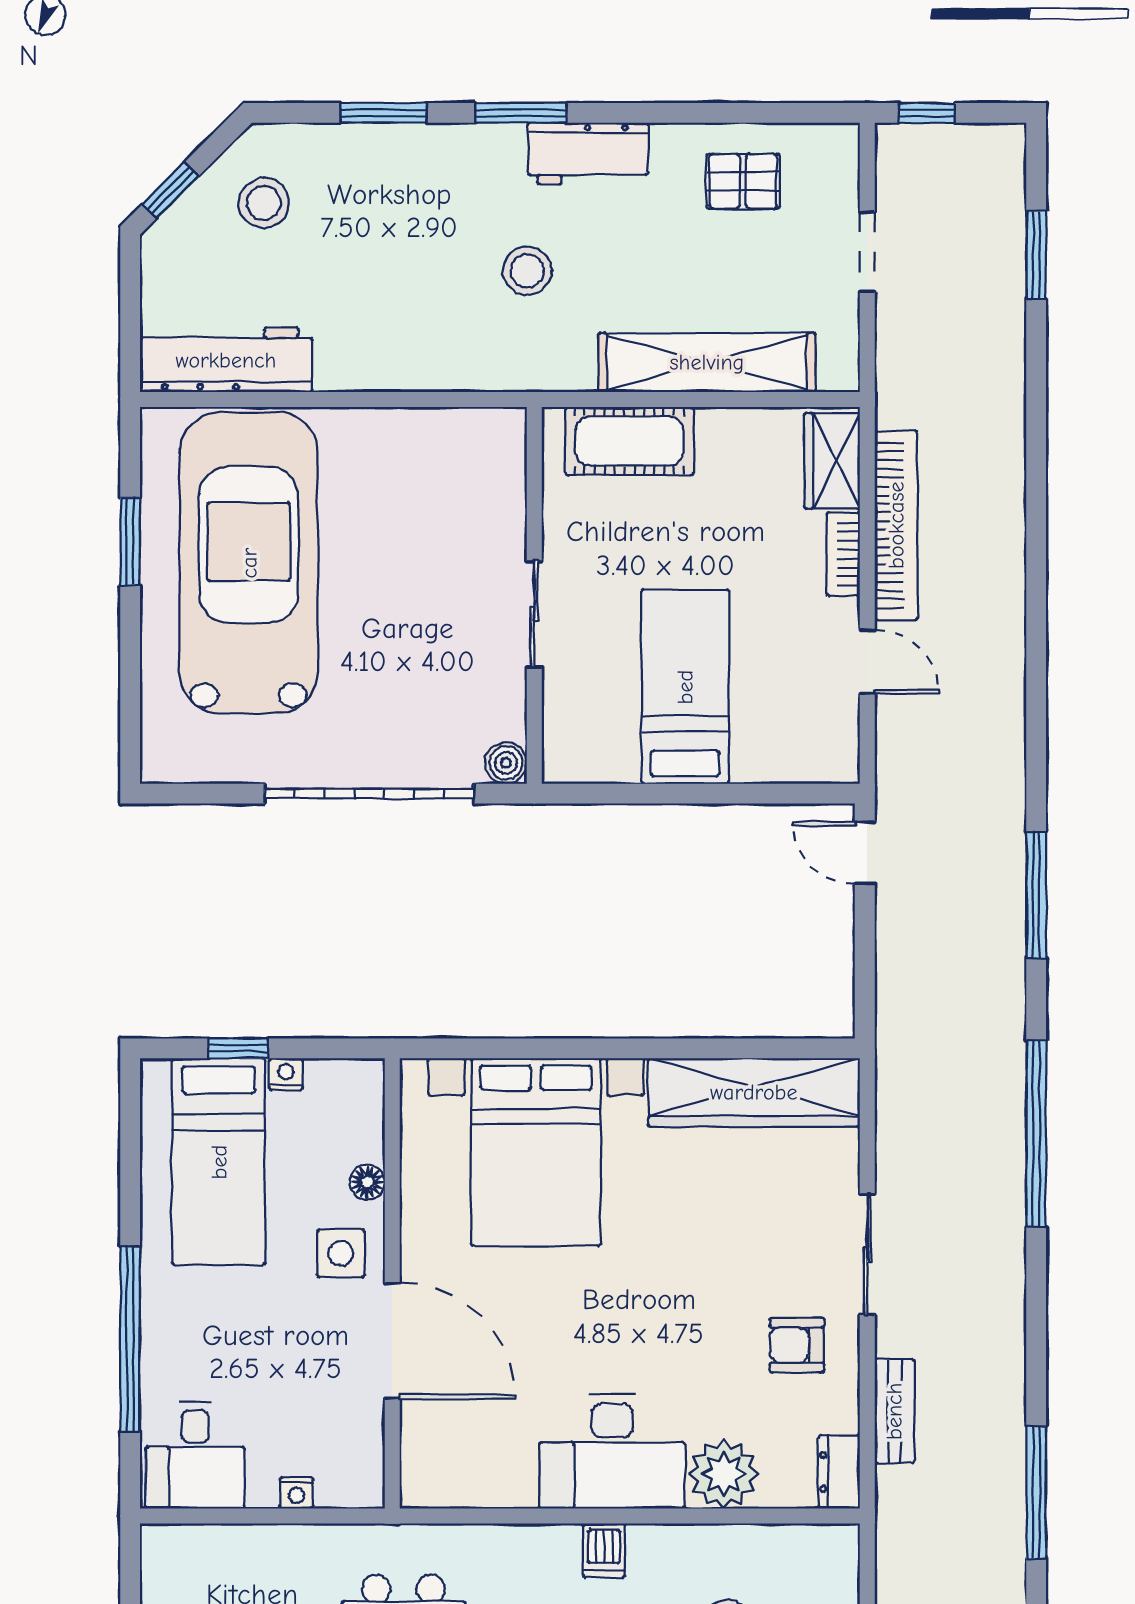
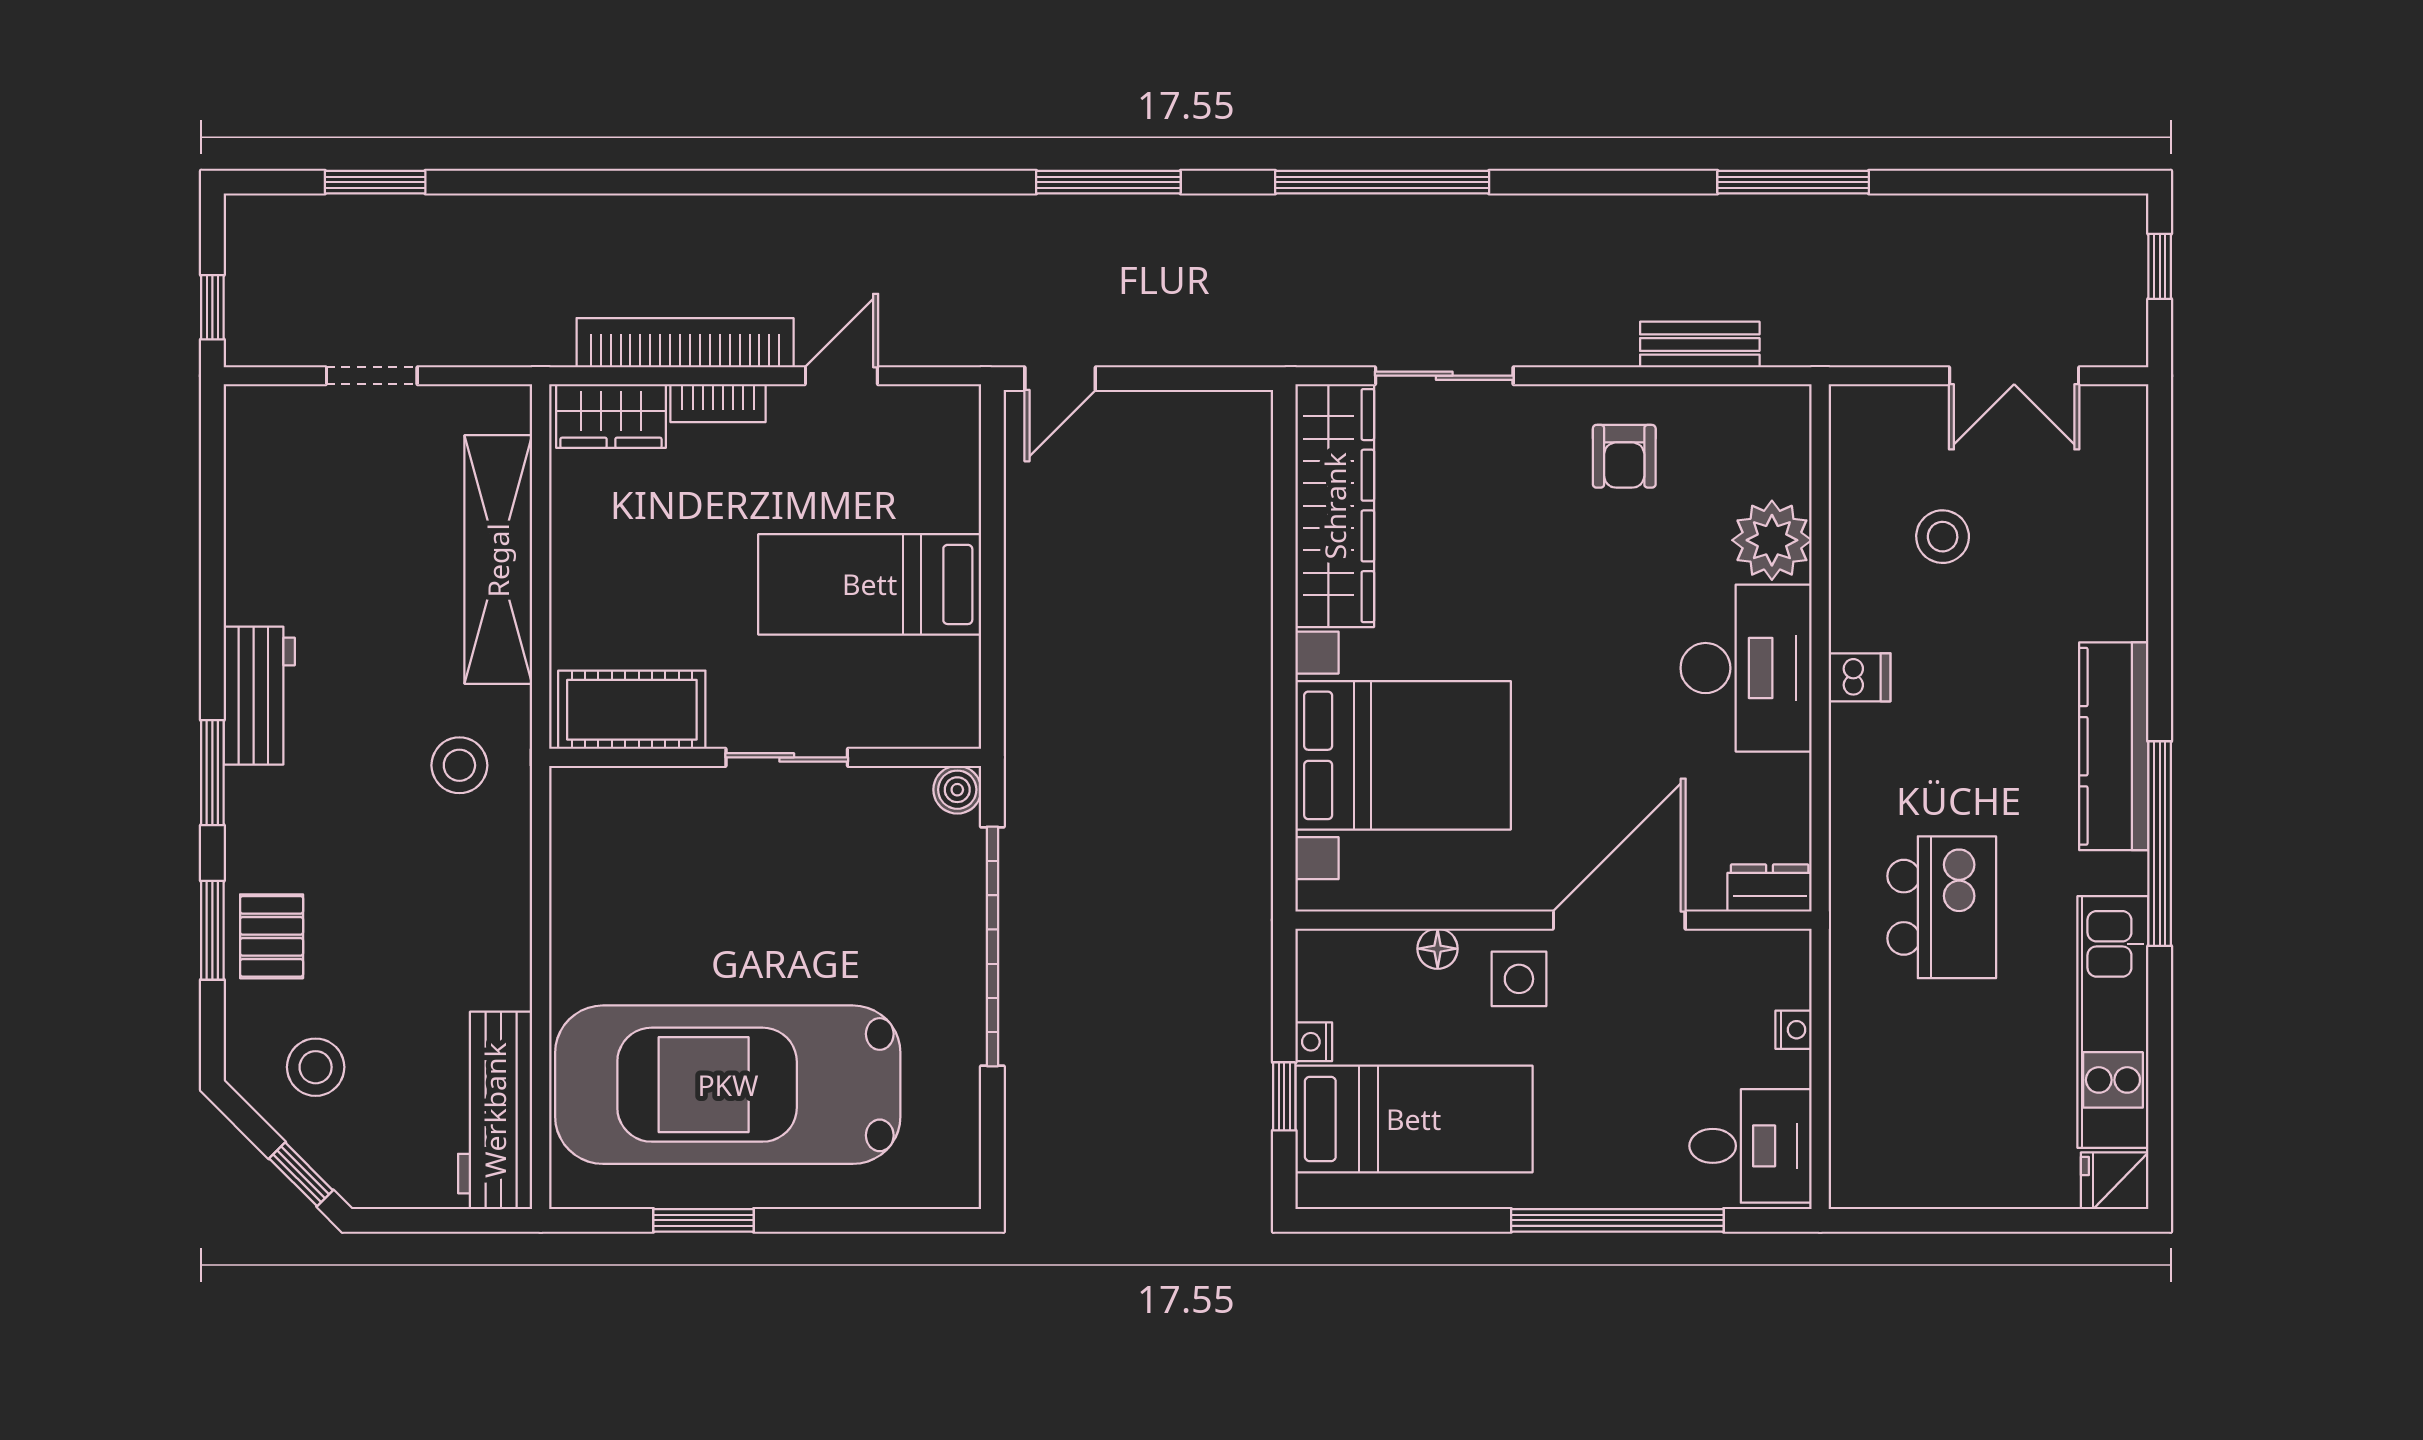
pallet: (743, 181) -> (272, 936), moved
stool: (527, 271) -> (459, 765), moved
cot: (629, 441) -> (632, 710), moved, turned 90
sliding door: (867, 1254) -> (1444, 376), moved
dresser: (839, 1472) -> (1770, 888), moved, turned 180

